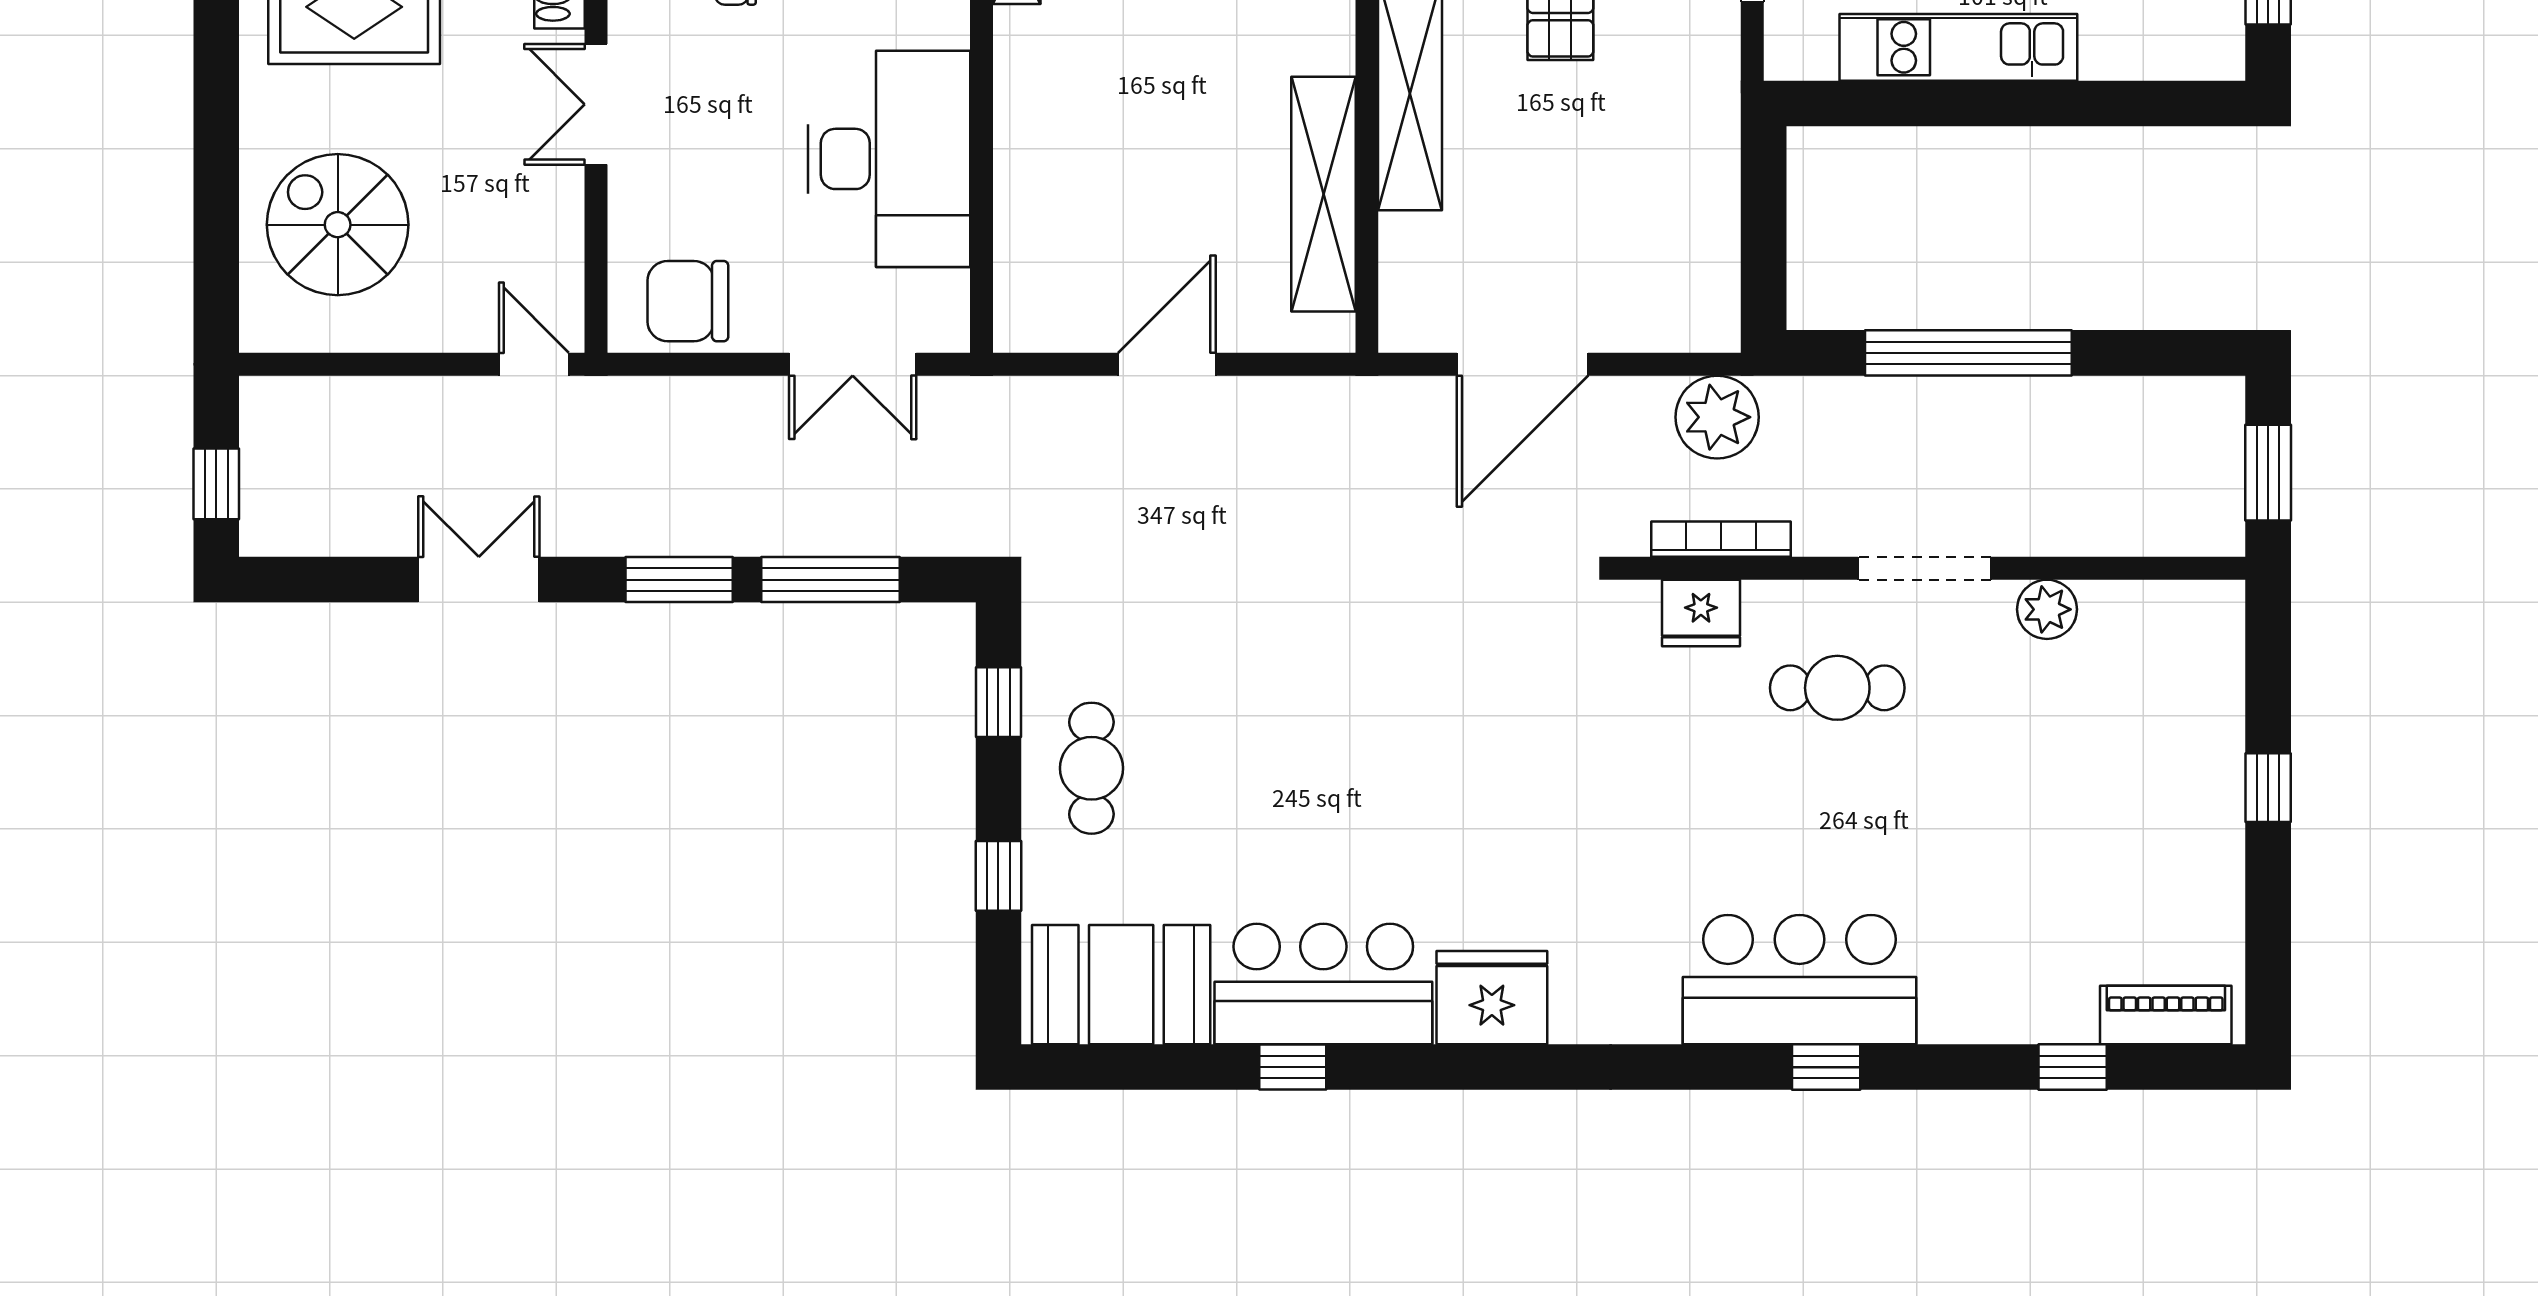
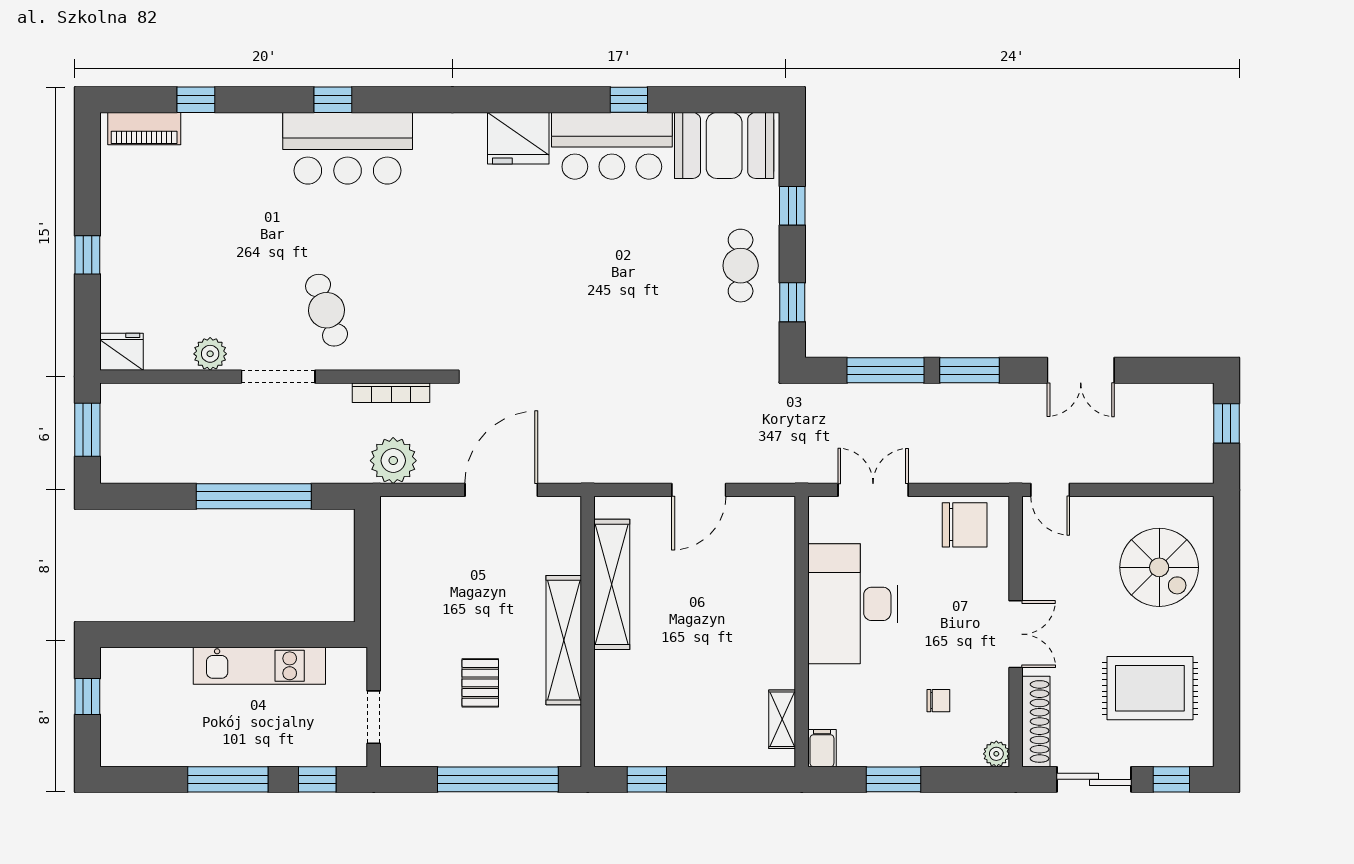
fridge: (1701, 613) -> (122, 352), moved
cafe table: (1837, 688) -> (327, 310), turned 71

